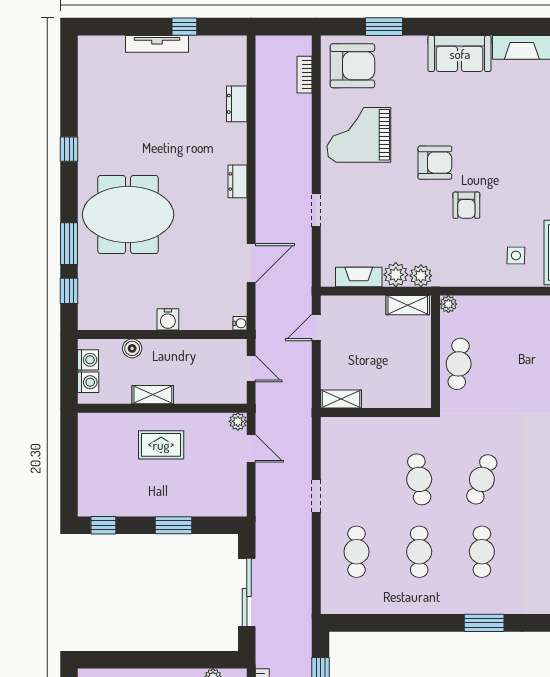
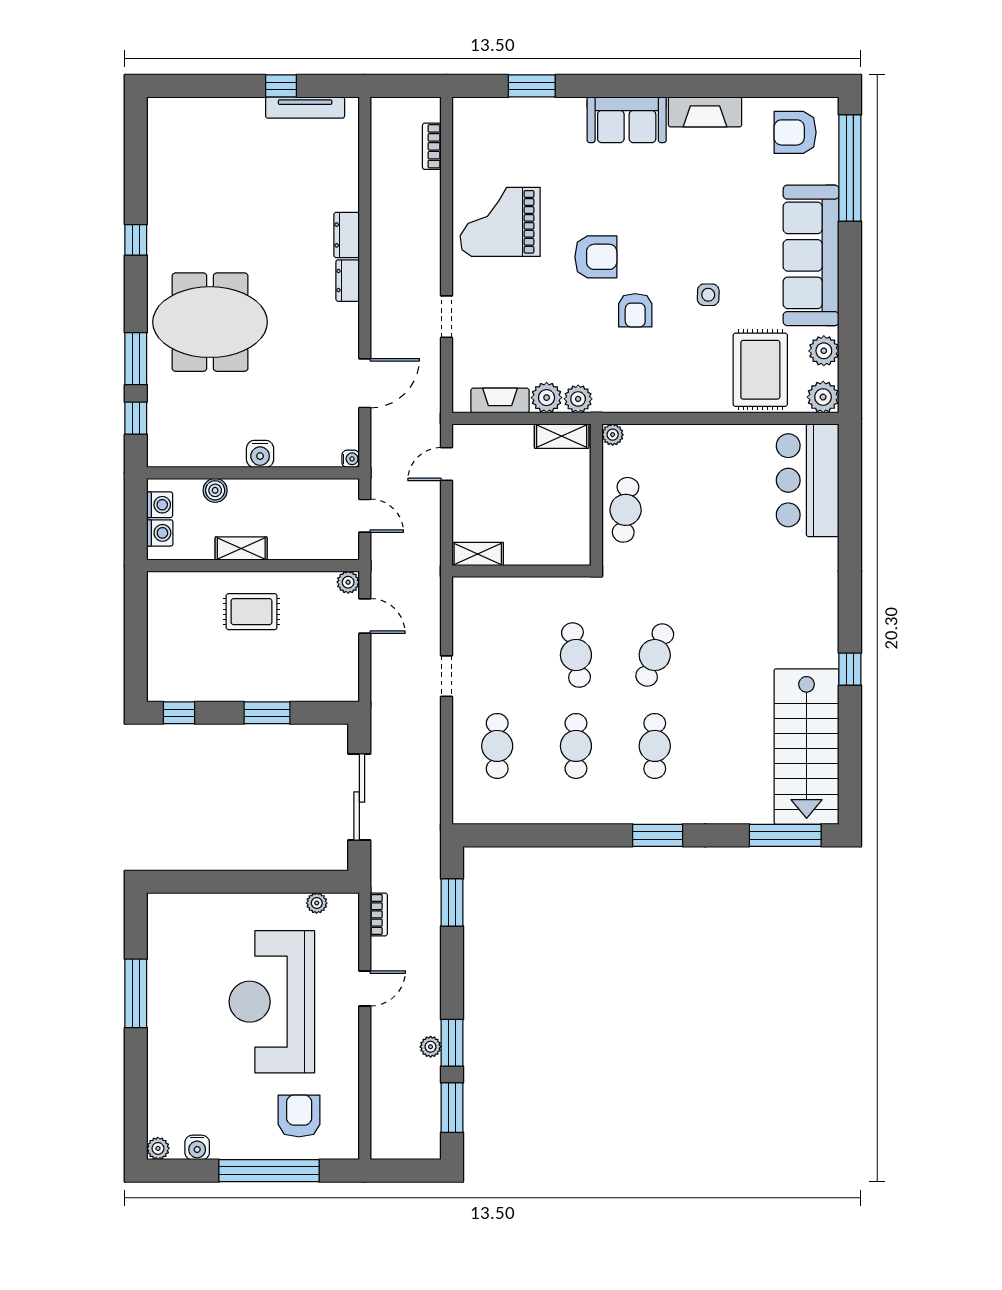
tv unit: (157, 44) -> (305, 107), moved
armchair: (352, 66) -> (492, 135), removed
dresser: (237, 104) -> (347, 235), moved
side table: (516, 255) -> (708, 295), moved

